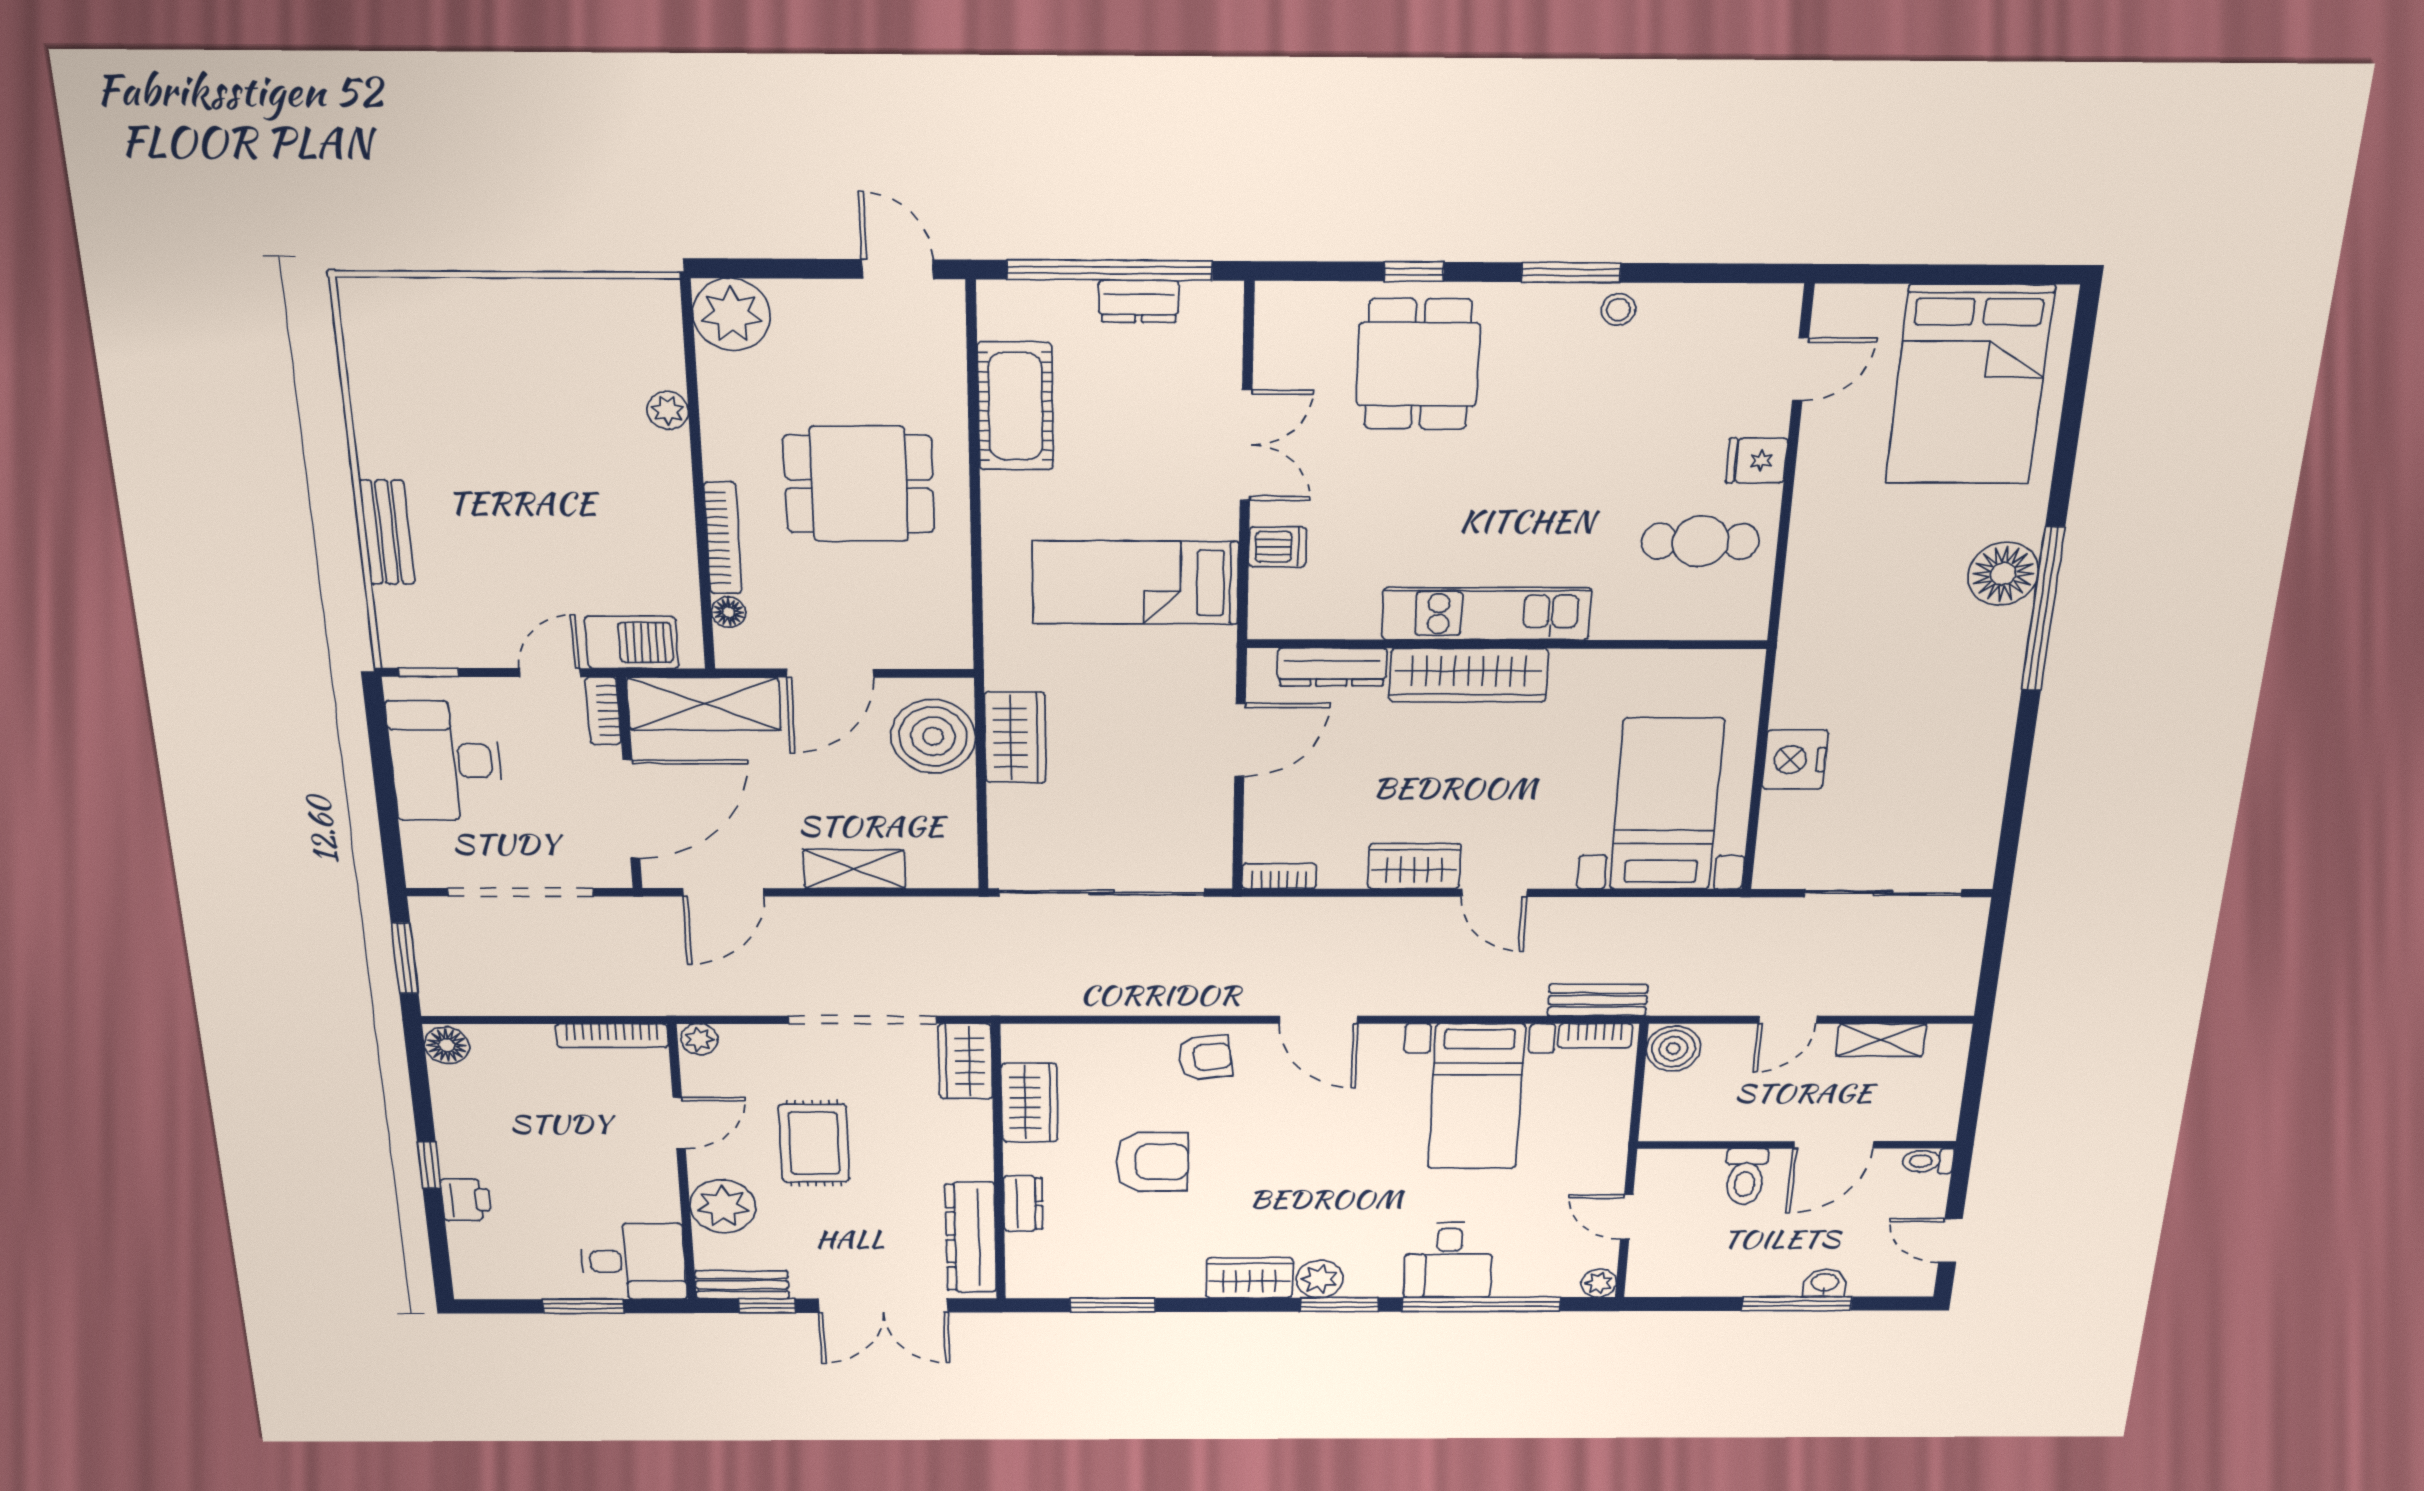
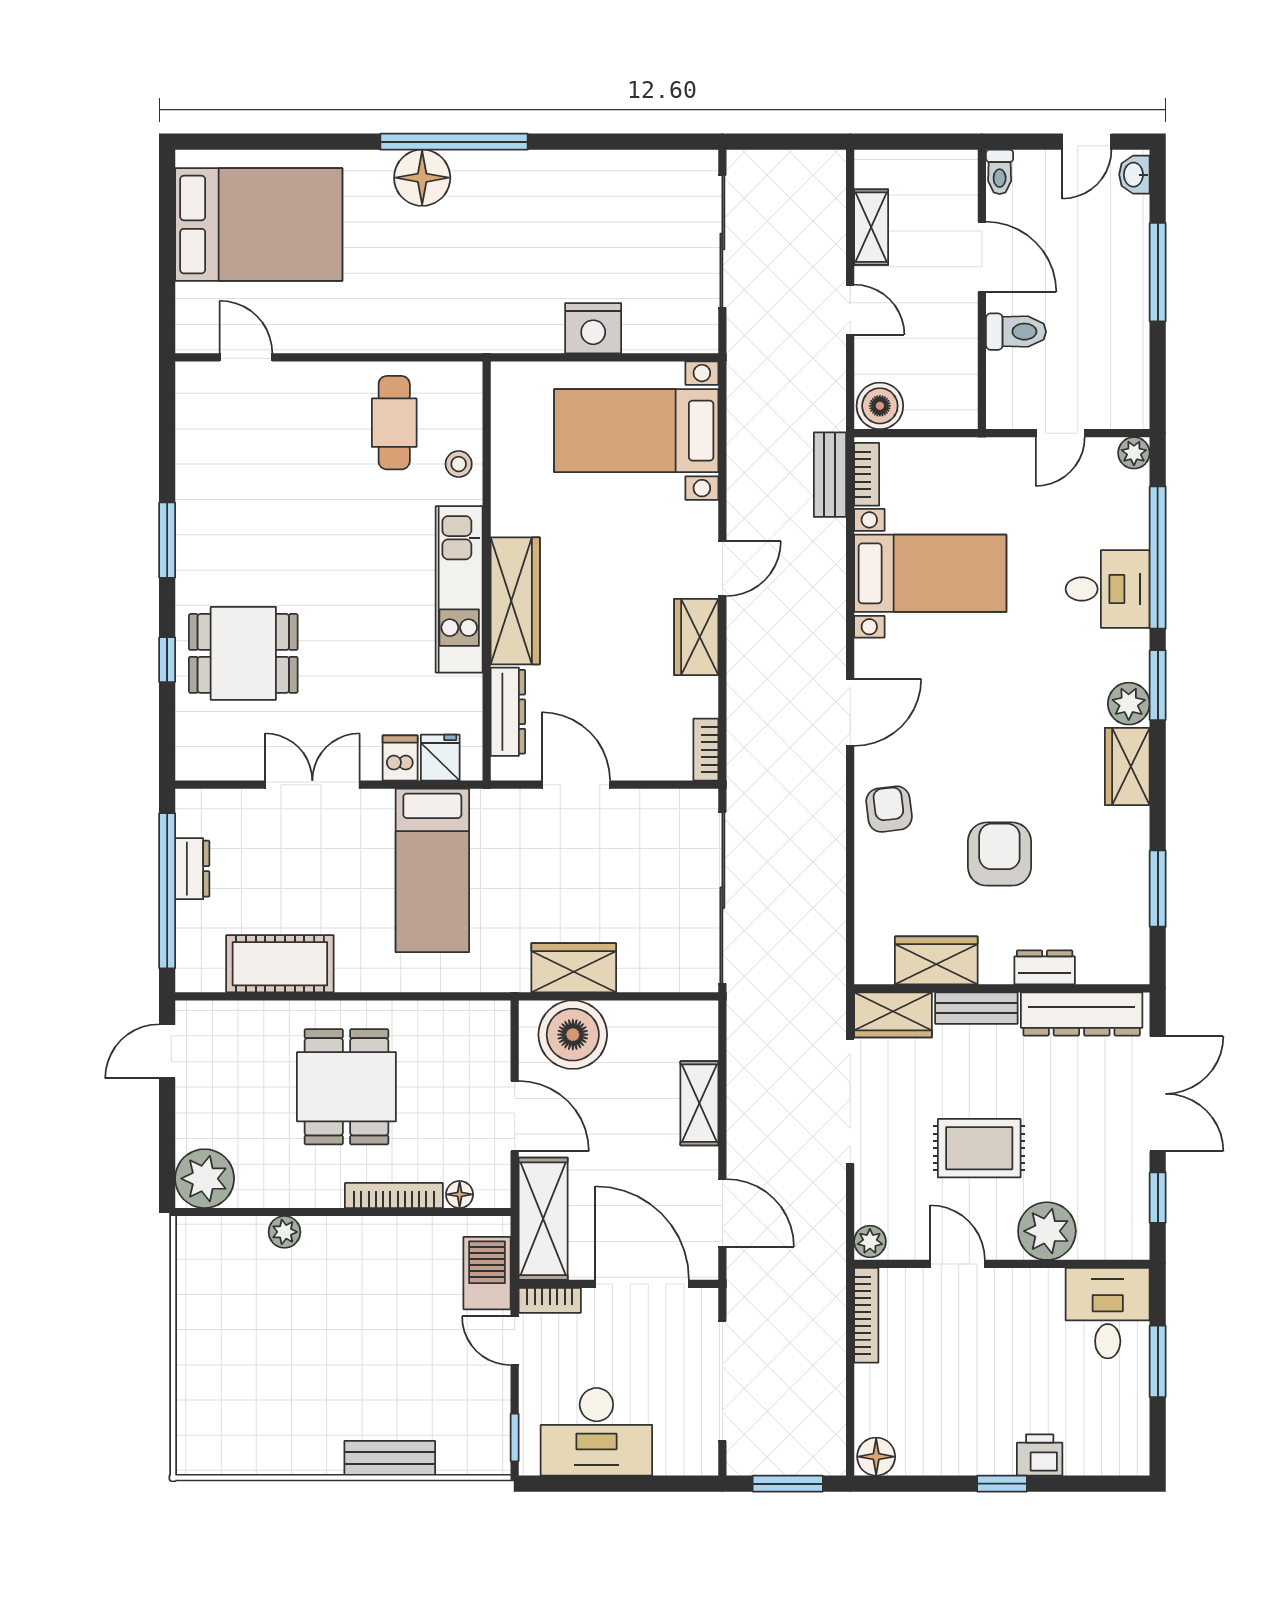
stool: (1618, 310) -> (459, 464), moved
fridge: (1757, 461) -> (440, 758), moved, turned 180
washbasin: (1825, 1283) -> (1134, 175), moved
bench: (742, 1285) -> (976, 1008), moved, turned 90

